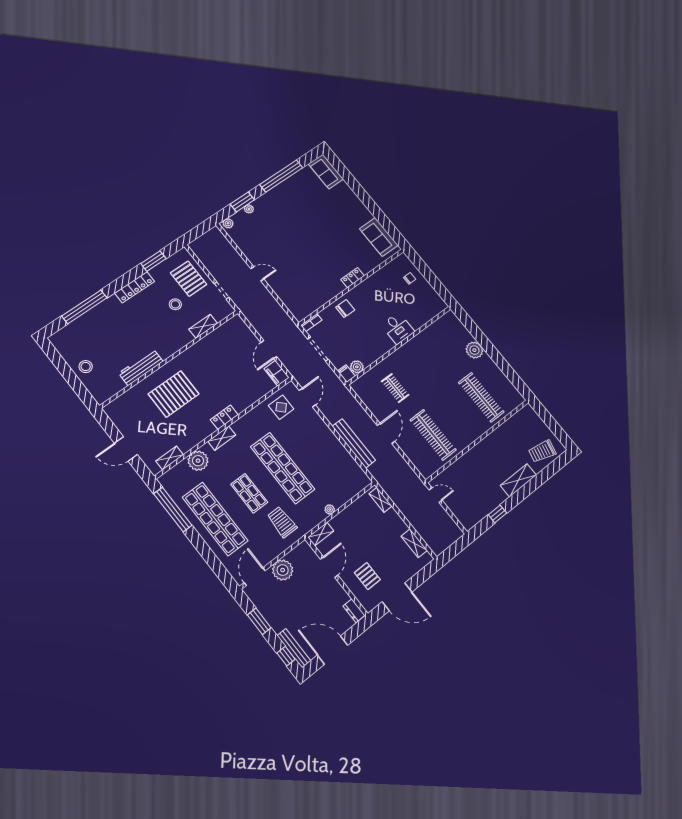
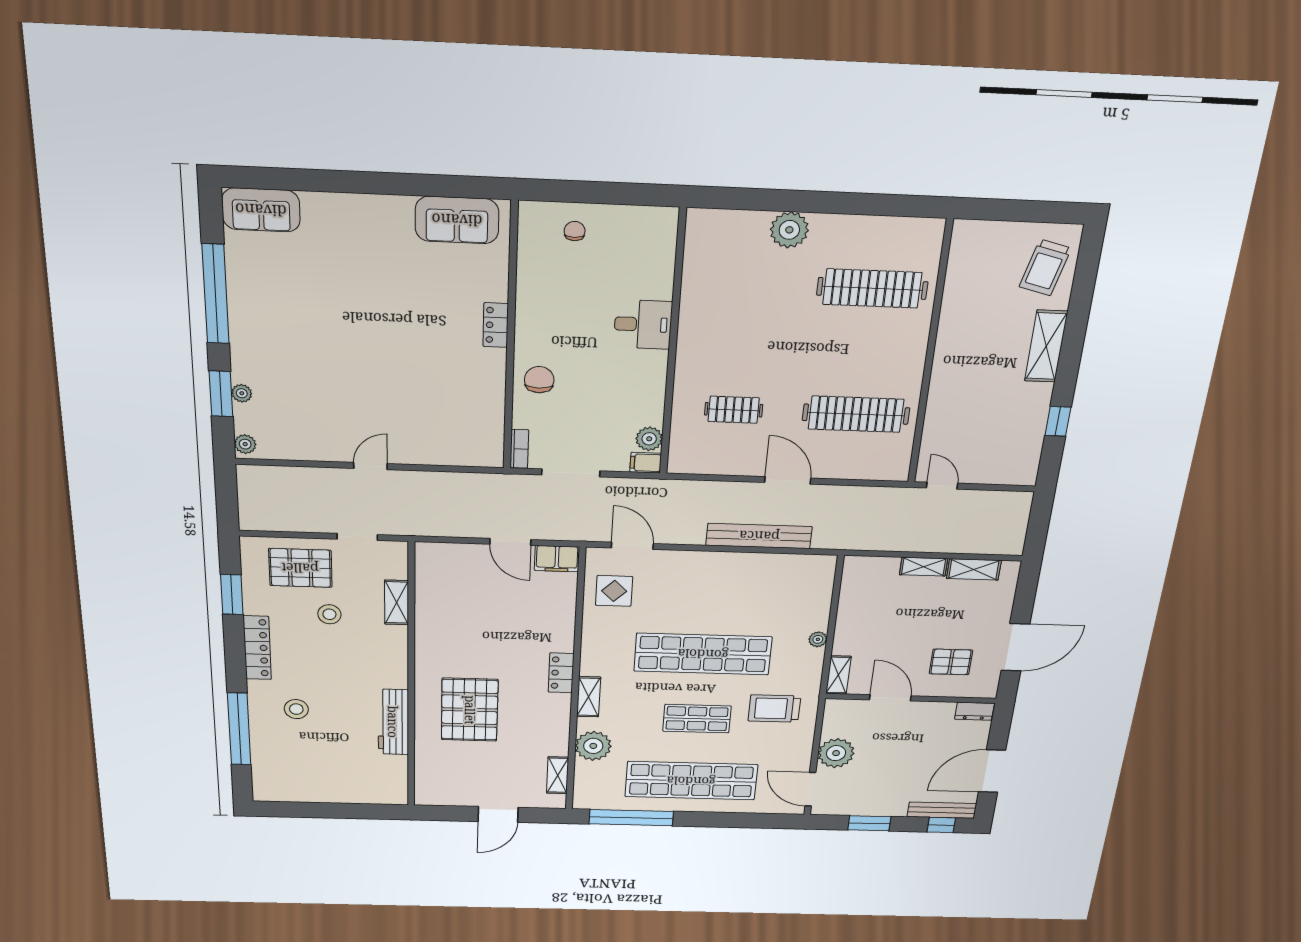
stool: (86, 367) -> (296, 709), moved
door: (436, 495) -> (942, 486), hinge flipped
shelving: (380, 500) -> (924, 567), moved

